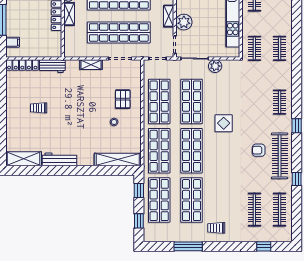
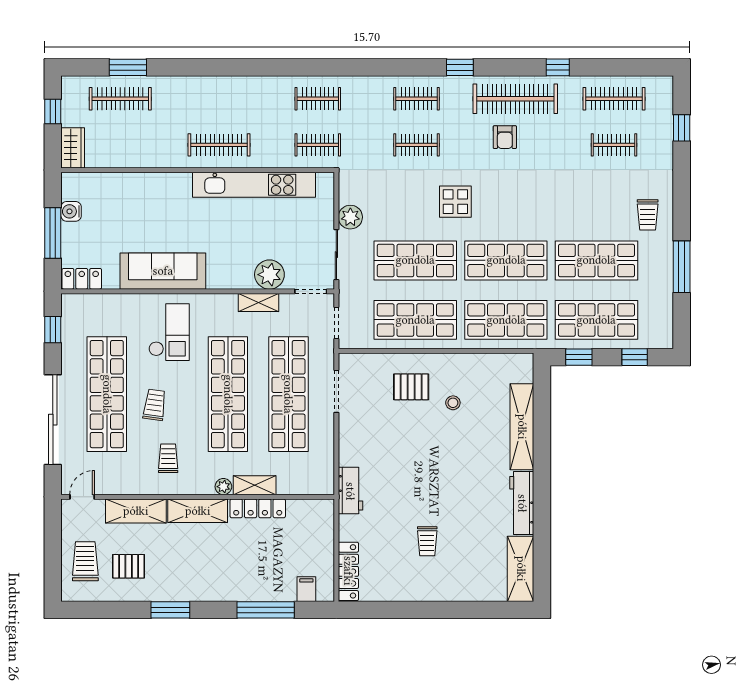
shelving: (91, 65) -> (348, 445), removed
workbench: (52, 66) -> (350, 491), moved
clothes rail: (254, 102) -> (417, 145), added
shelving: (118, 159) -> (522, 427), moved
clothes rail: (254, 210) -> (614, 145), width x0.73

